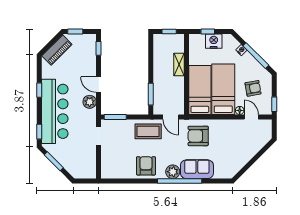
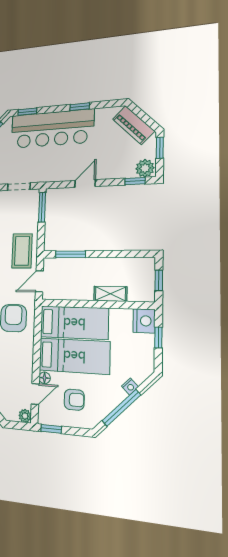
nightstand: (214, 41) -> (144, 321), moved
armchair: (253, 88) -> (74, 400), turned -80
plant: (90, 102) -> (145, 168), moved
plant: (267, 124) -> (25, 416), added

